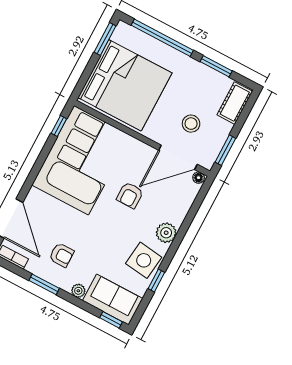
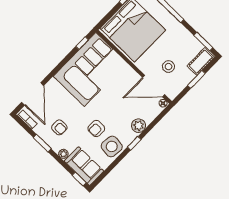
window: (216, 66) -> (203, 41), moved
window: (225, 150) -> (196, 79), moved
armchair: (130, 195) -> (96, 128), moved
plant: (166, 233) -> (139, 126), moved
window: (156, 280) -> (134, 143), moved

